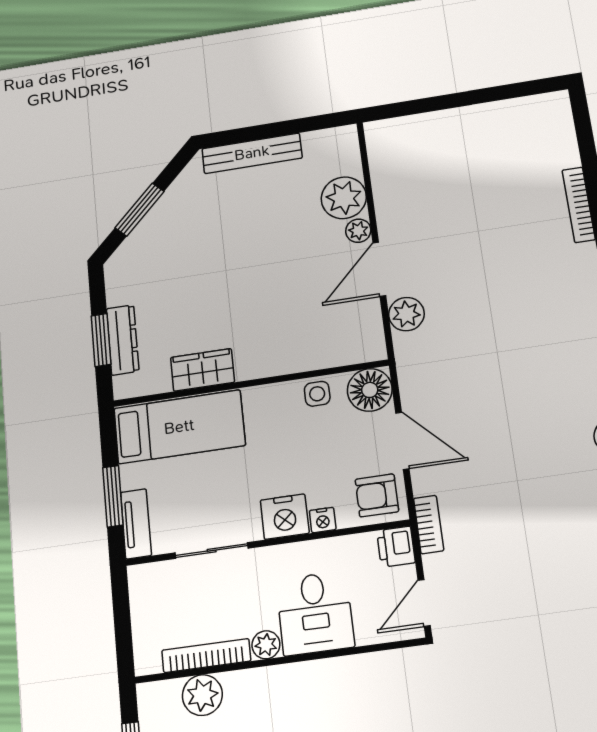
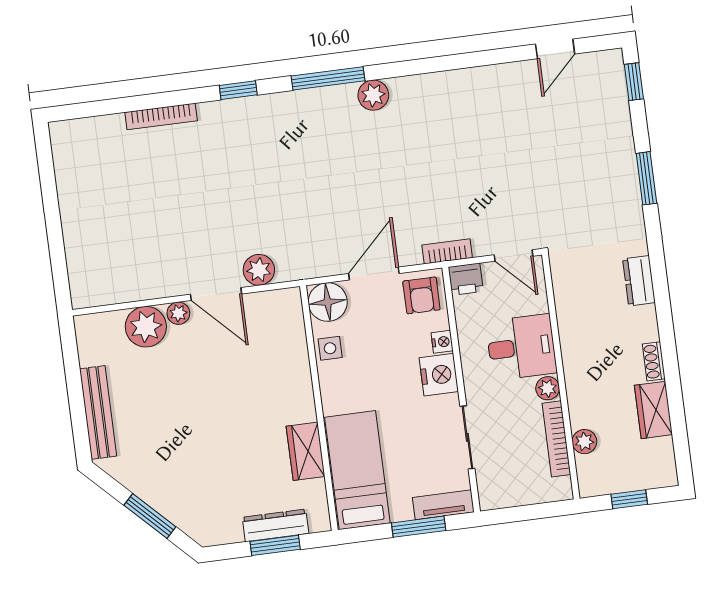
plant: (202, 695) -> (584, 442), width x0.73, depth x0.73

